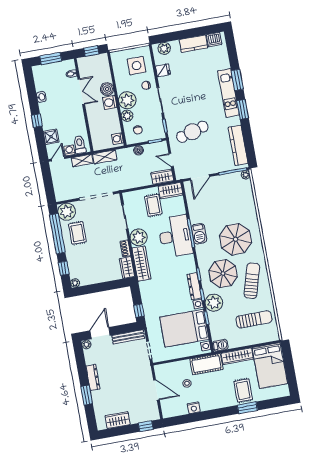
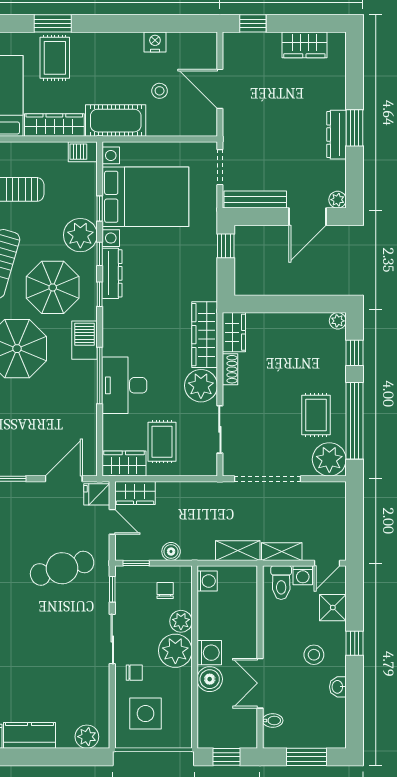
fridge: (163, 70) -> (97, 494), moved
stool: (56, 111) -> (314, 655), added
barbecue: (199, 234) -> (84, 340), moved
desk: (175, 236) -> (124, 385), width x0.73, depth x0.77
window: (87, 395) -> (355, 128), moved

